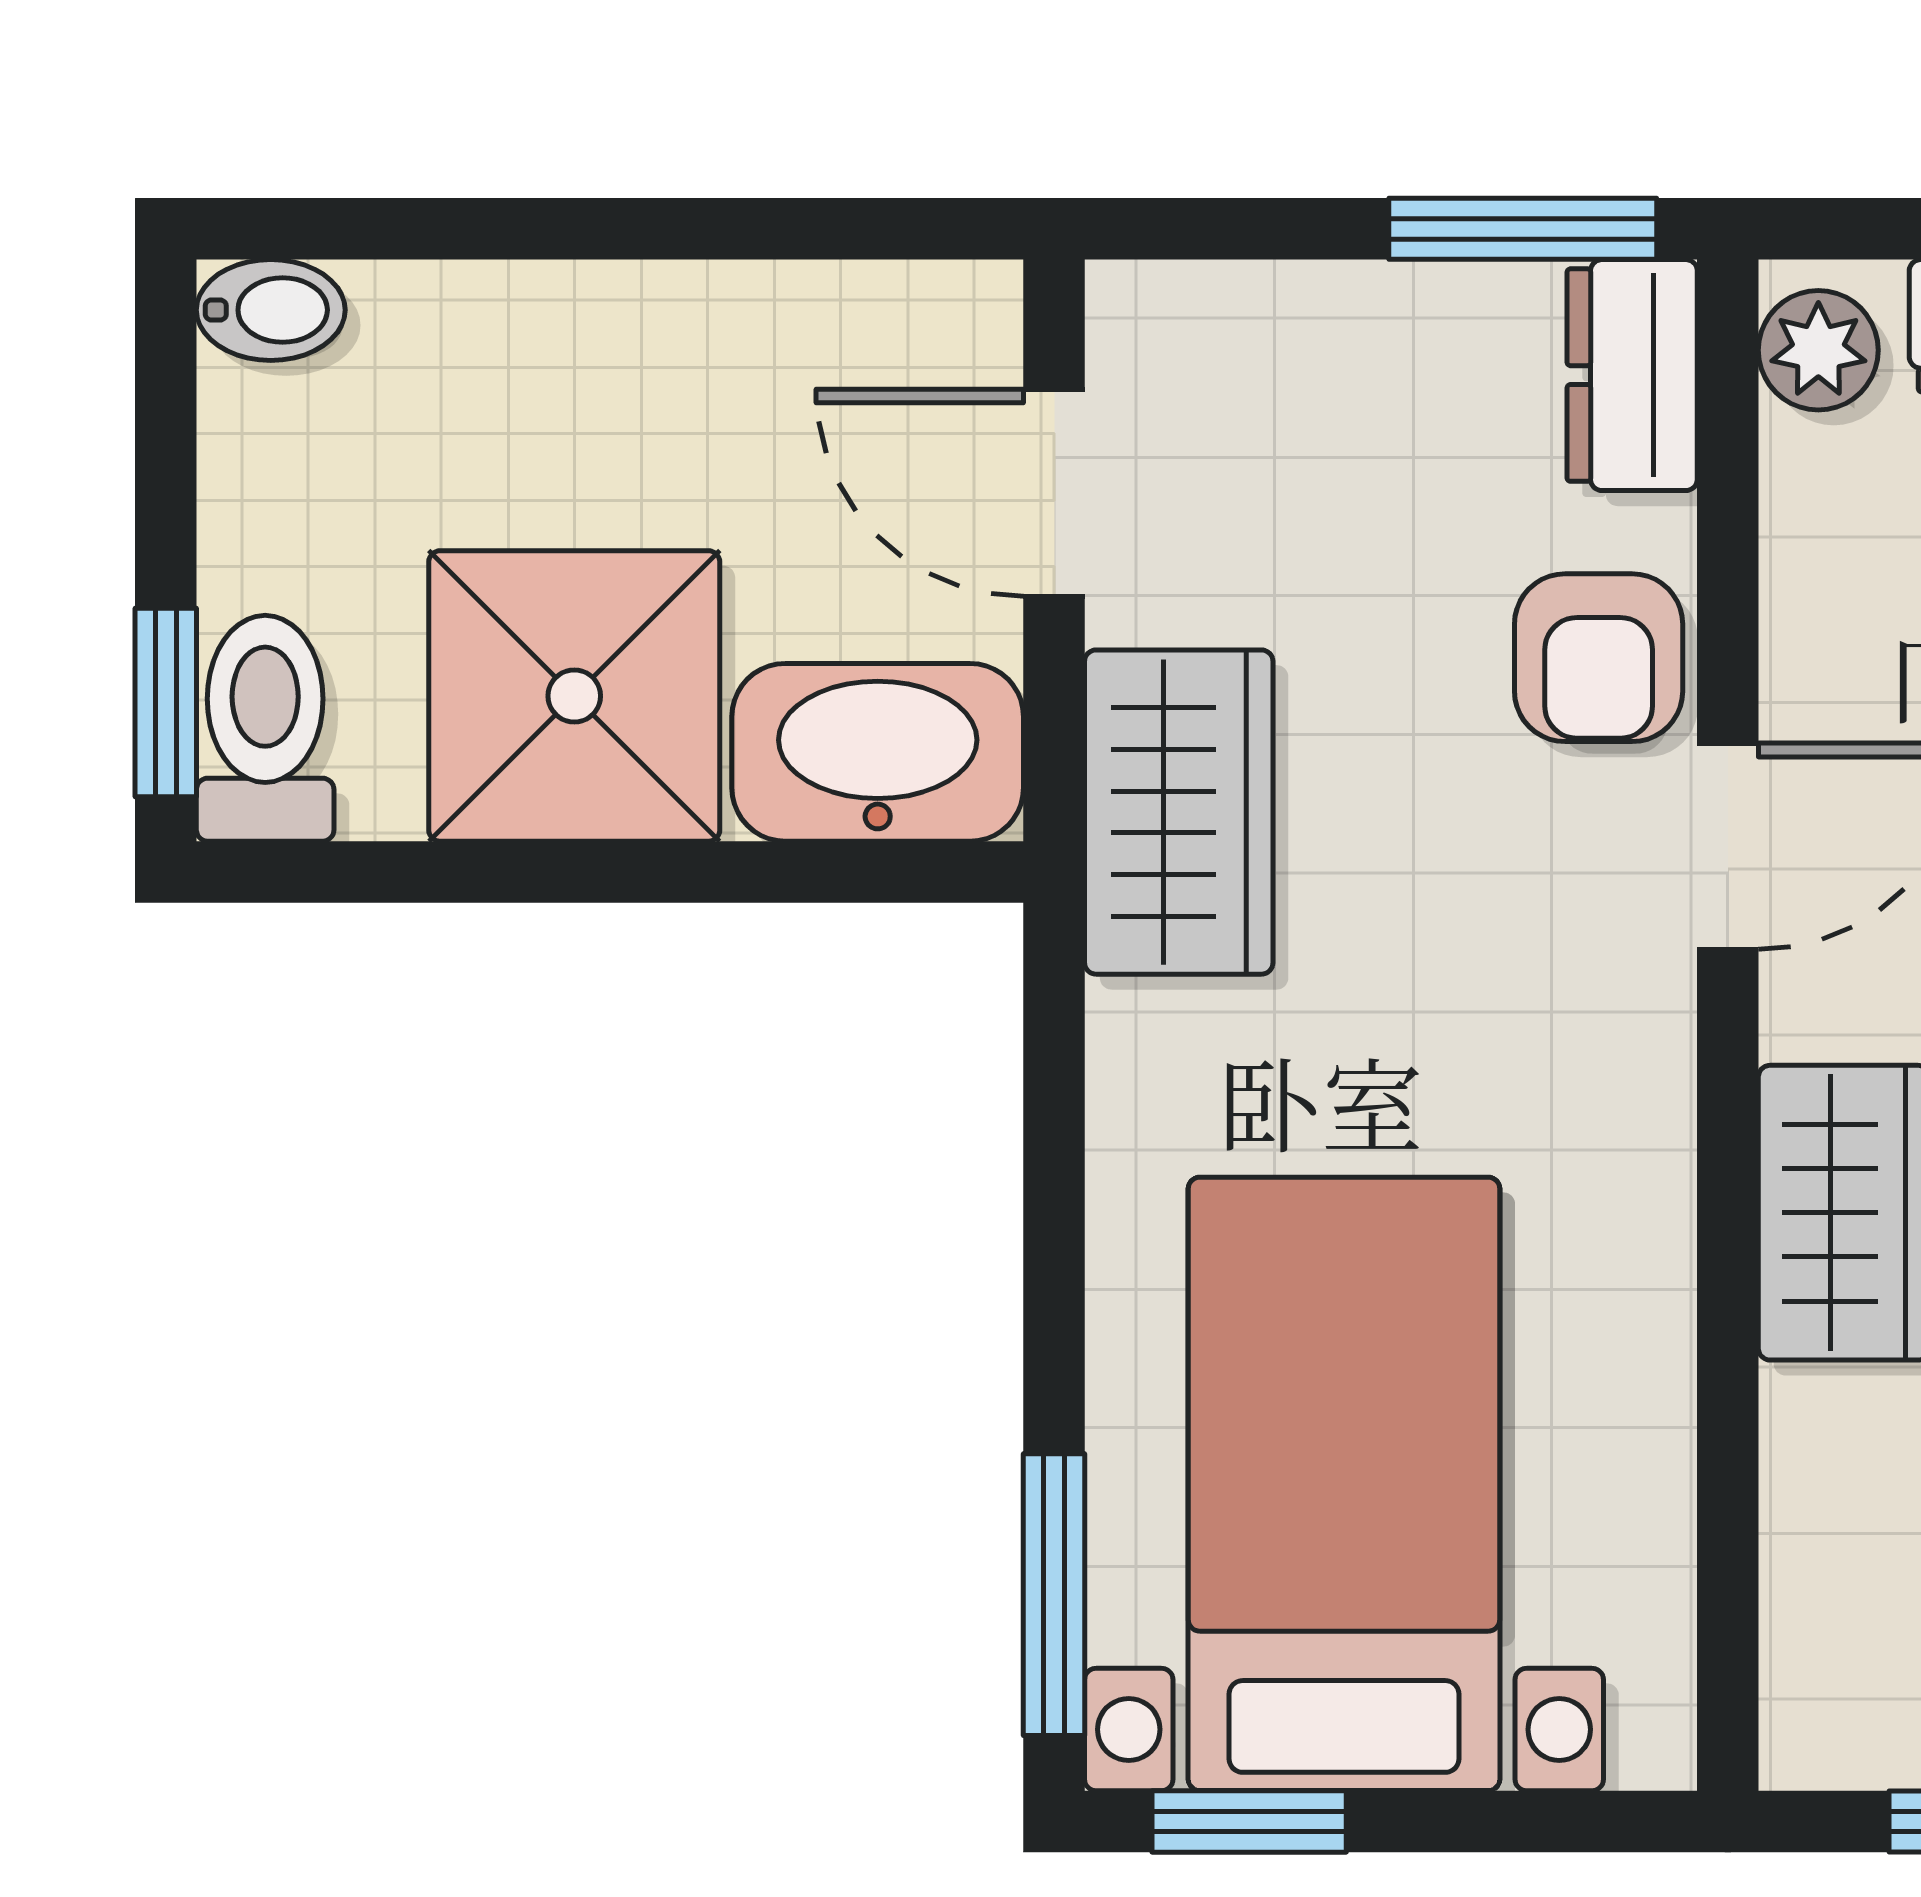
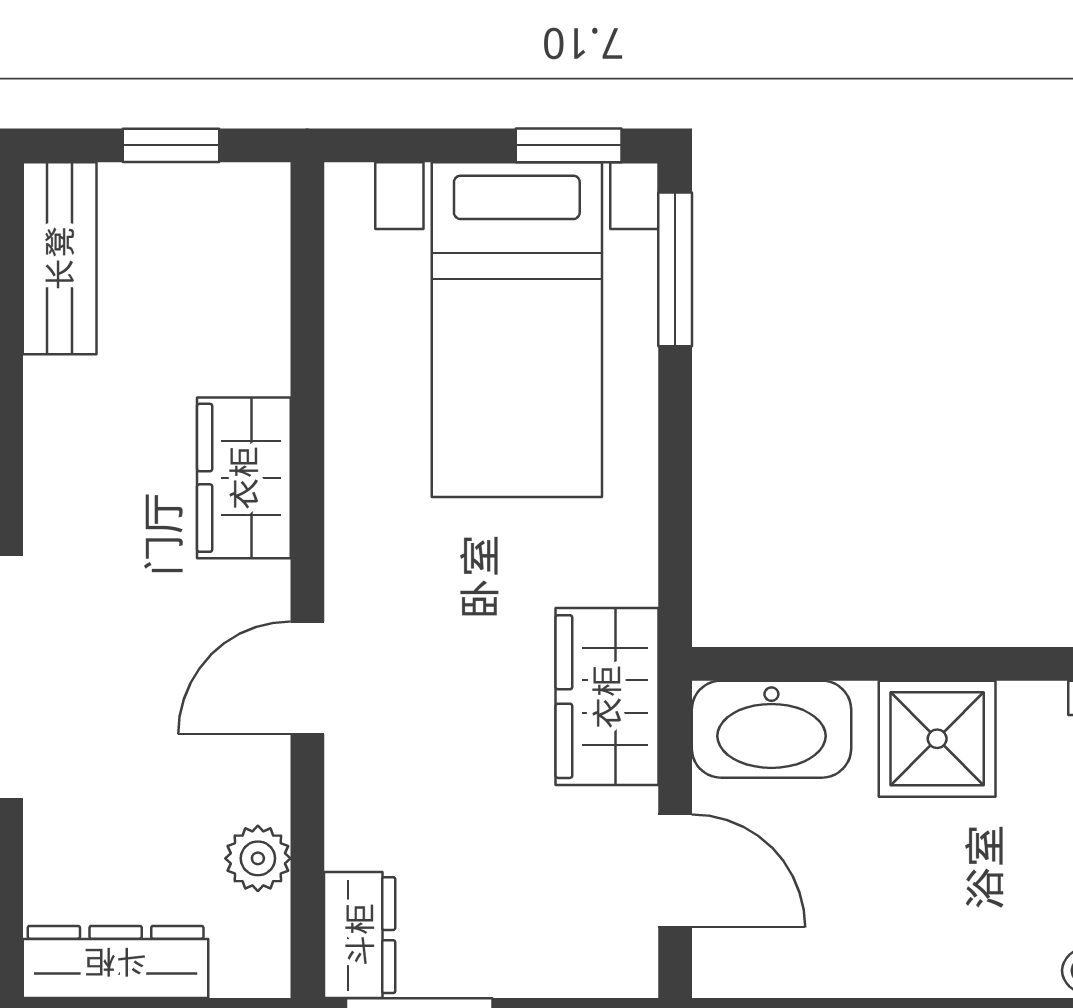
plant: (1818, 350) -> (258, 858), moved
armchair: (1599, 658) -> (378, 781), removed
shower: (574, 696) -> (937, 739), width x0.73, depth x0.73

